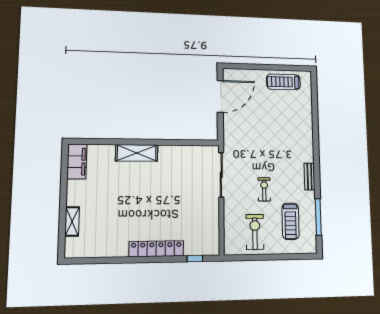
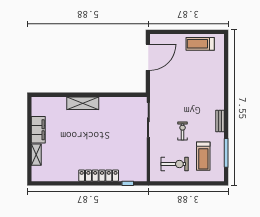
filing cabinet: (77, 162) -> (38, 130), moved
exercise bike: (255, 232) -> (175, 164), turned 90

